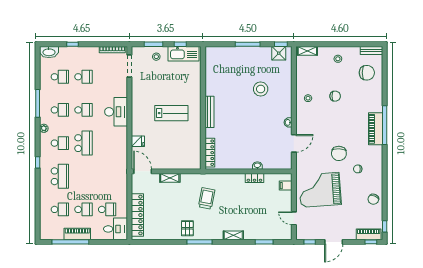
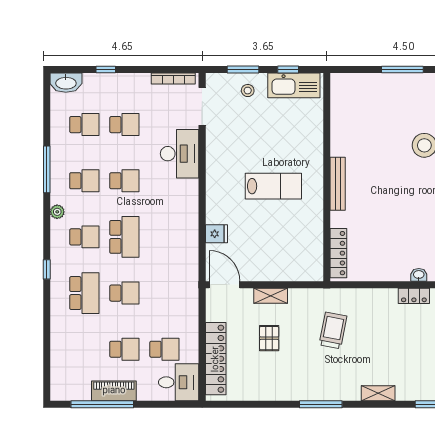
desk: (116, 112) -> (180, 154), moved
school desk: (60, 209) -> (124, 293), moved
pallet: (187, 228) -> (269, 338), moved

